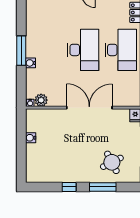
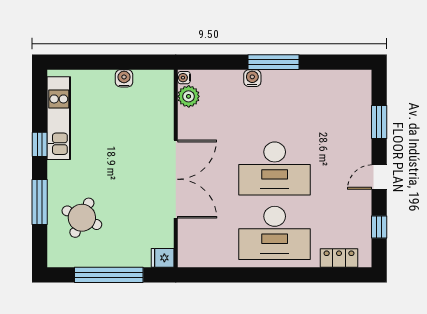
round table: (112, 162) -> (82, 218), turned -38
kitchen unit: (54, 176) -> (59, 118), added

